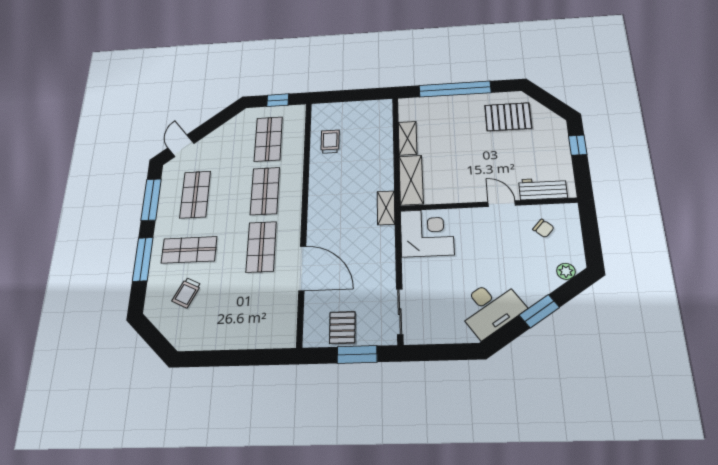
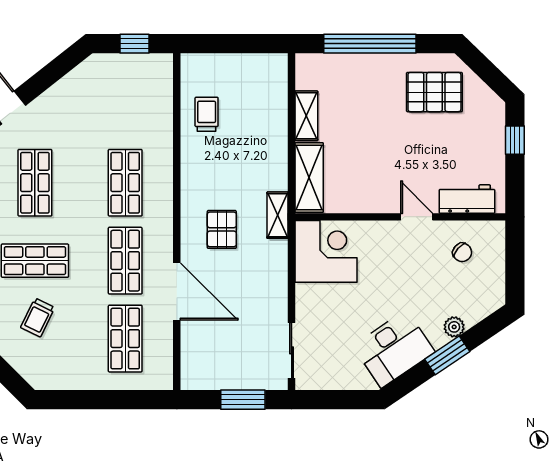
shop shelf: (268, 139) -> (125, 339), moved
plant: (566, 271) -> (454, 327), moved
pallet: (342, 327) -> (222, 229), moved

